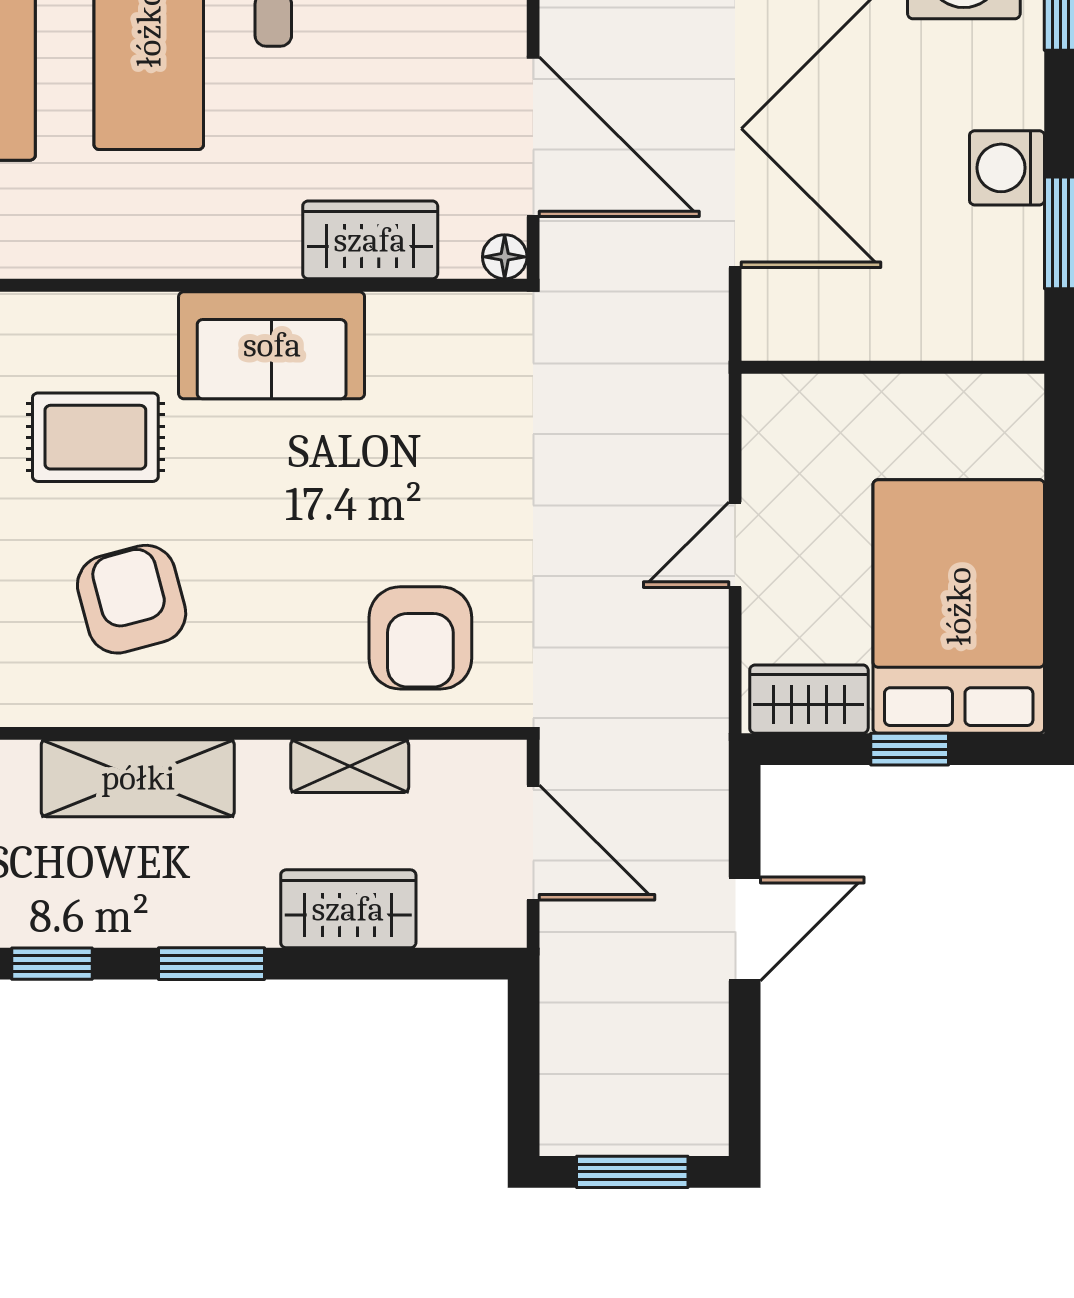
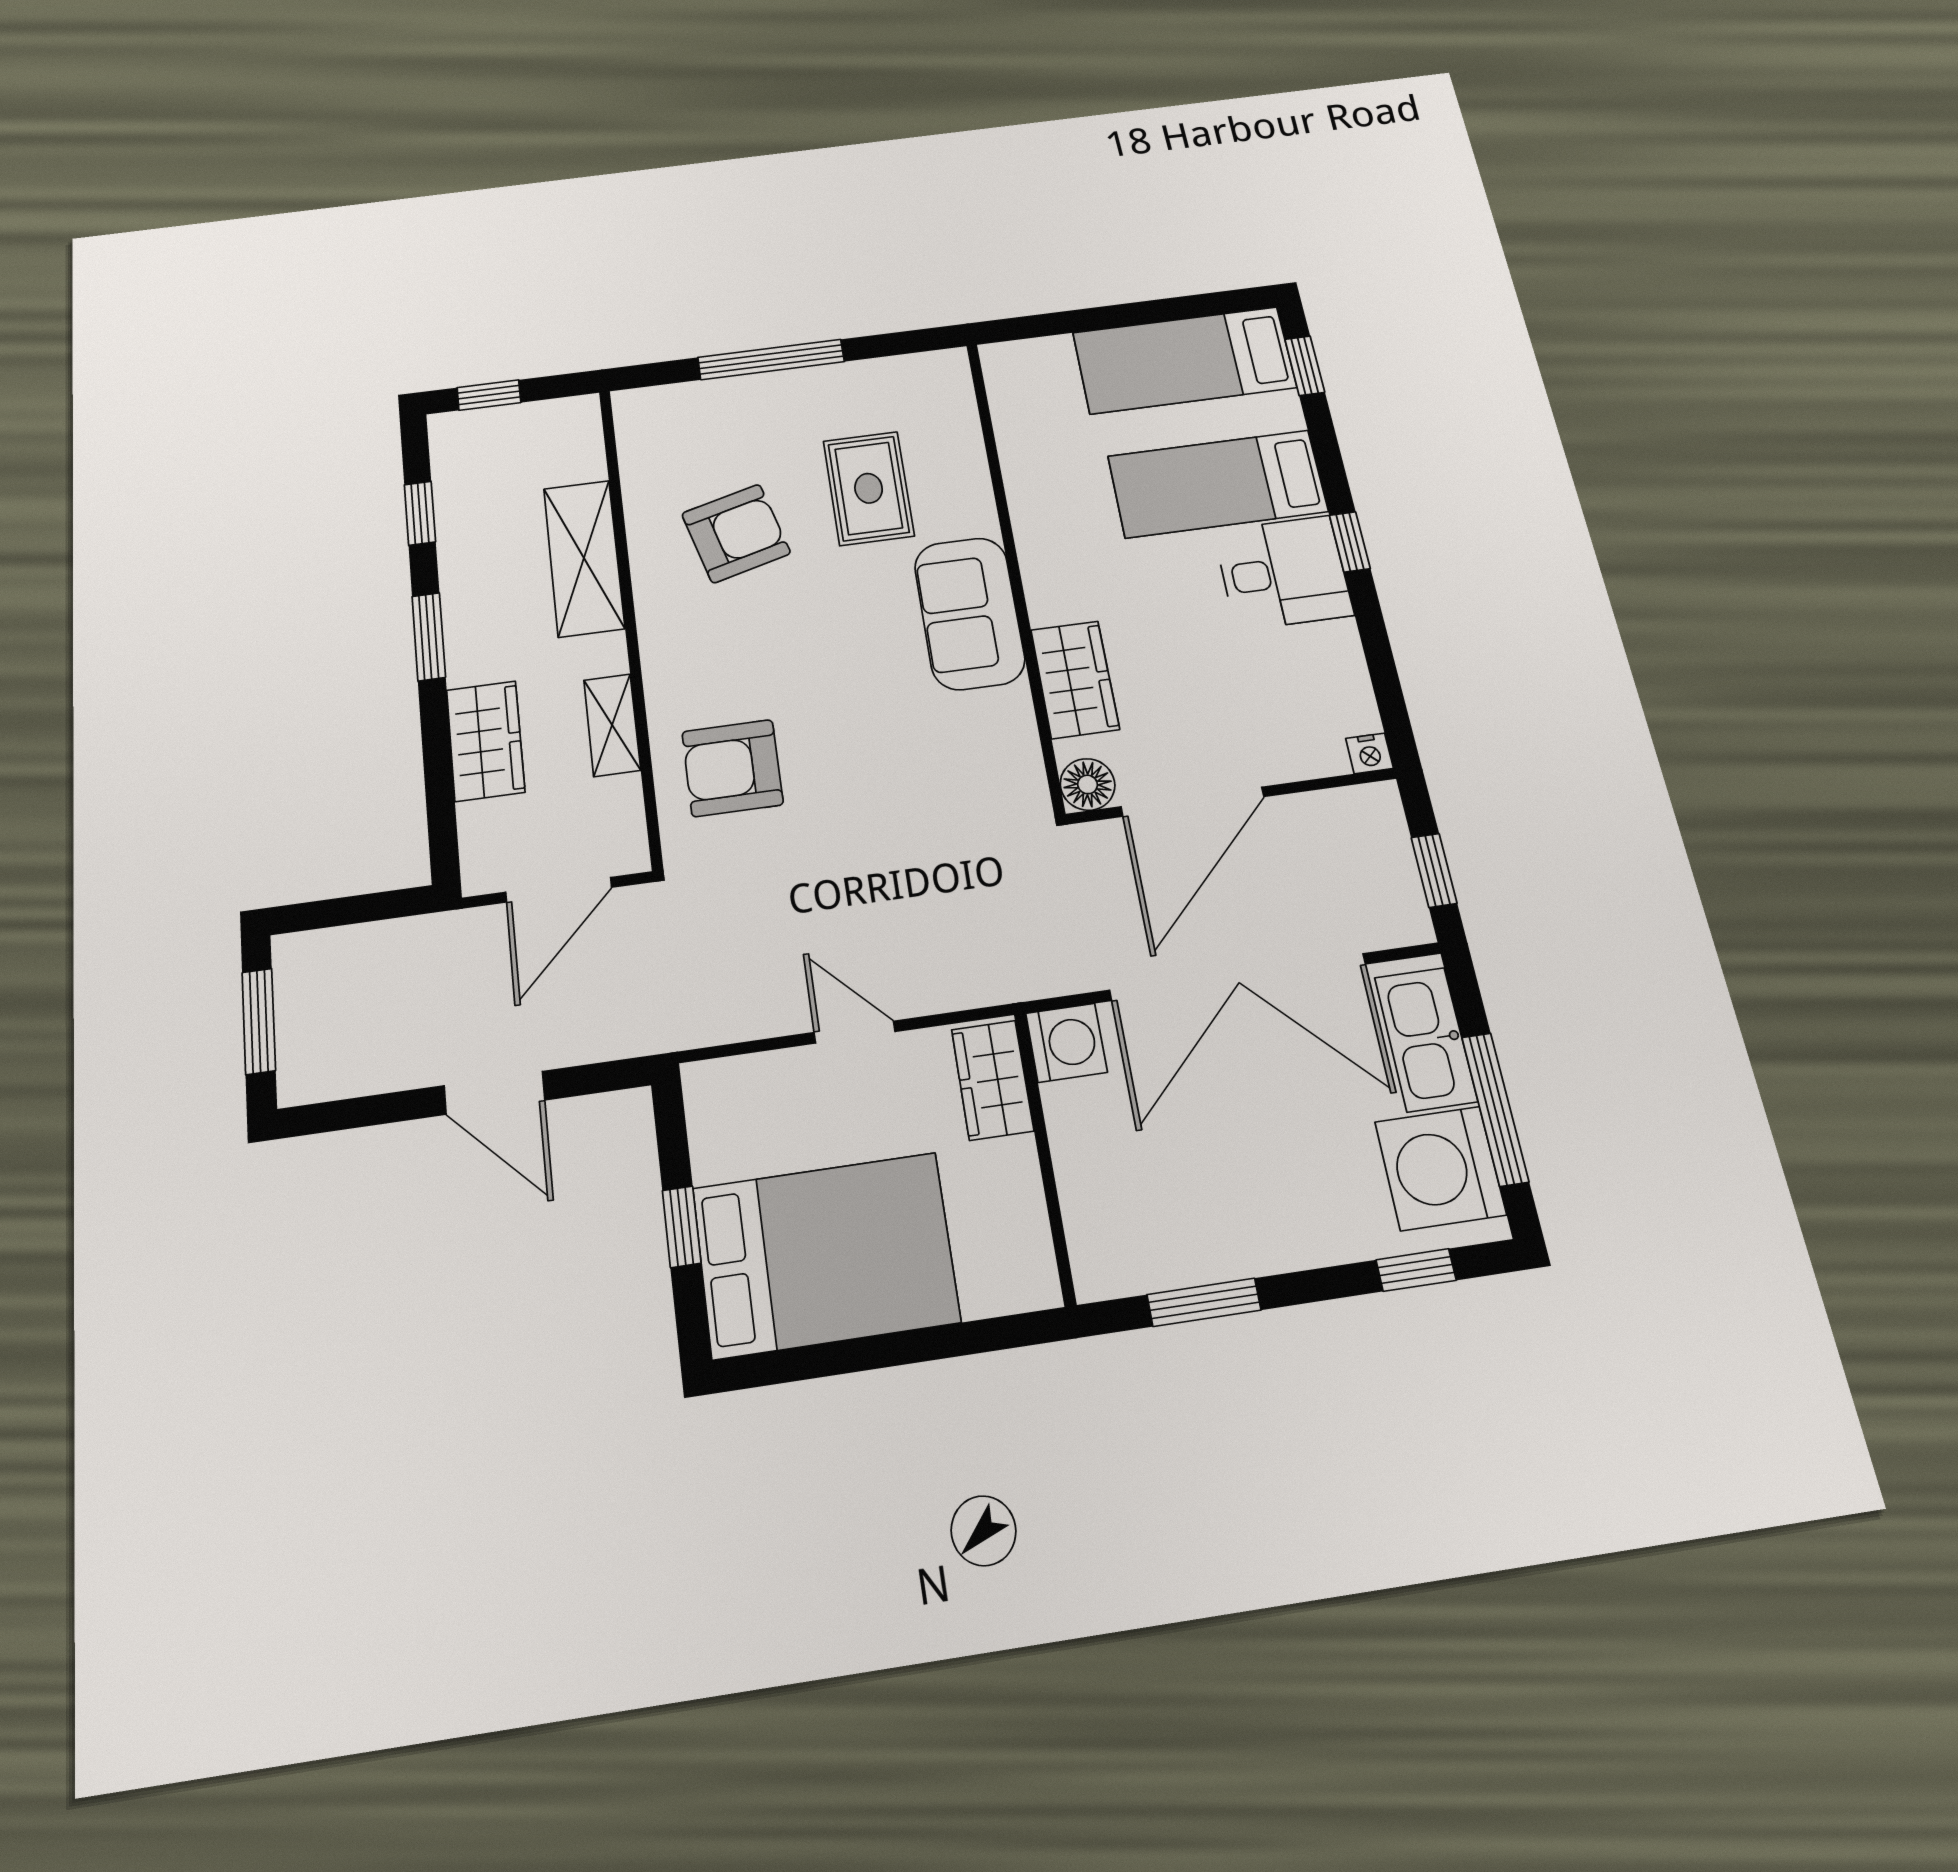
washing machine: (1007, 168) -> (1066, 1043), moved, turned 90
floor lamp: (505, 257) -> (1088, 784), width x1.37, depth x1.37
wardrobe: (809, 699) -> (993, 1080), moved, turned 180

